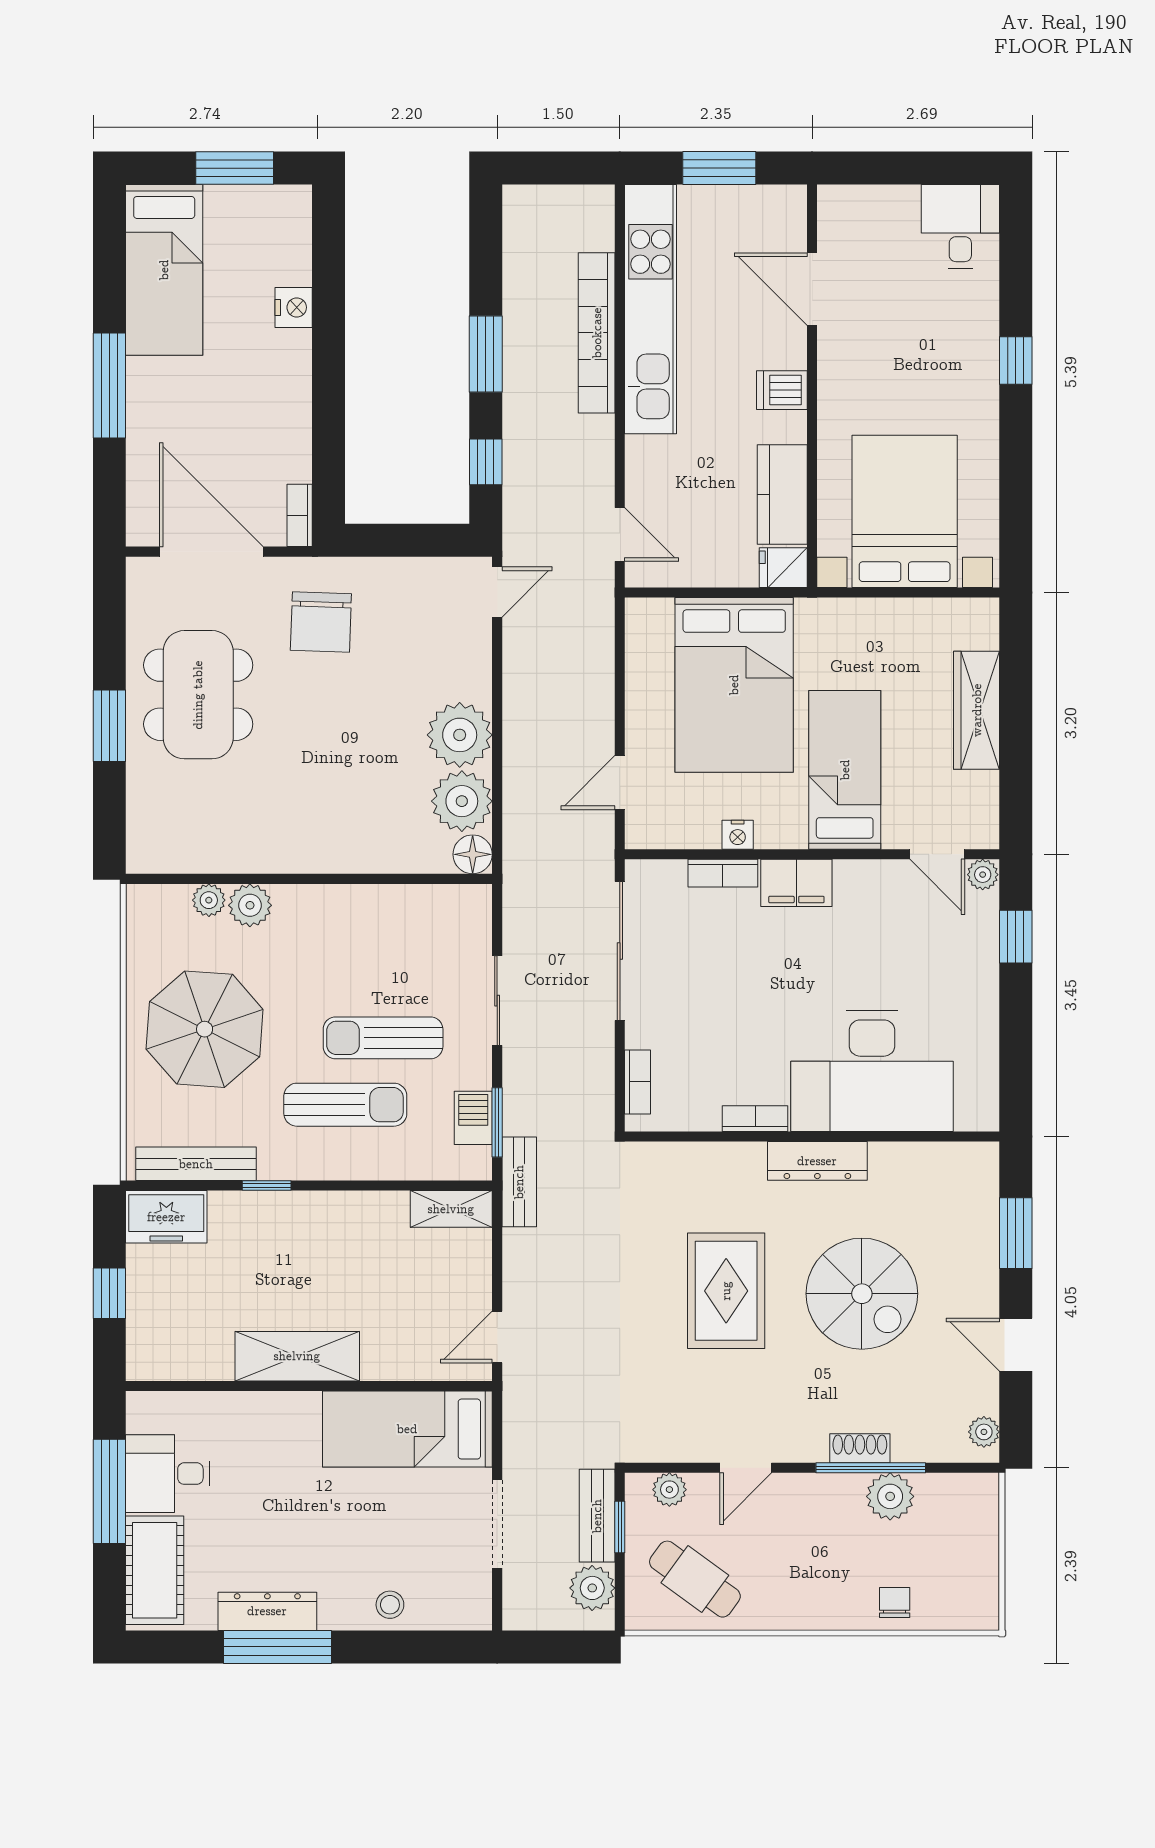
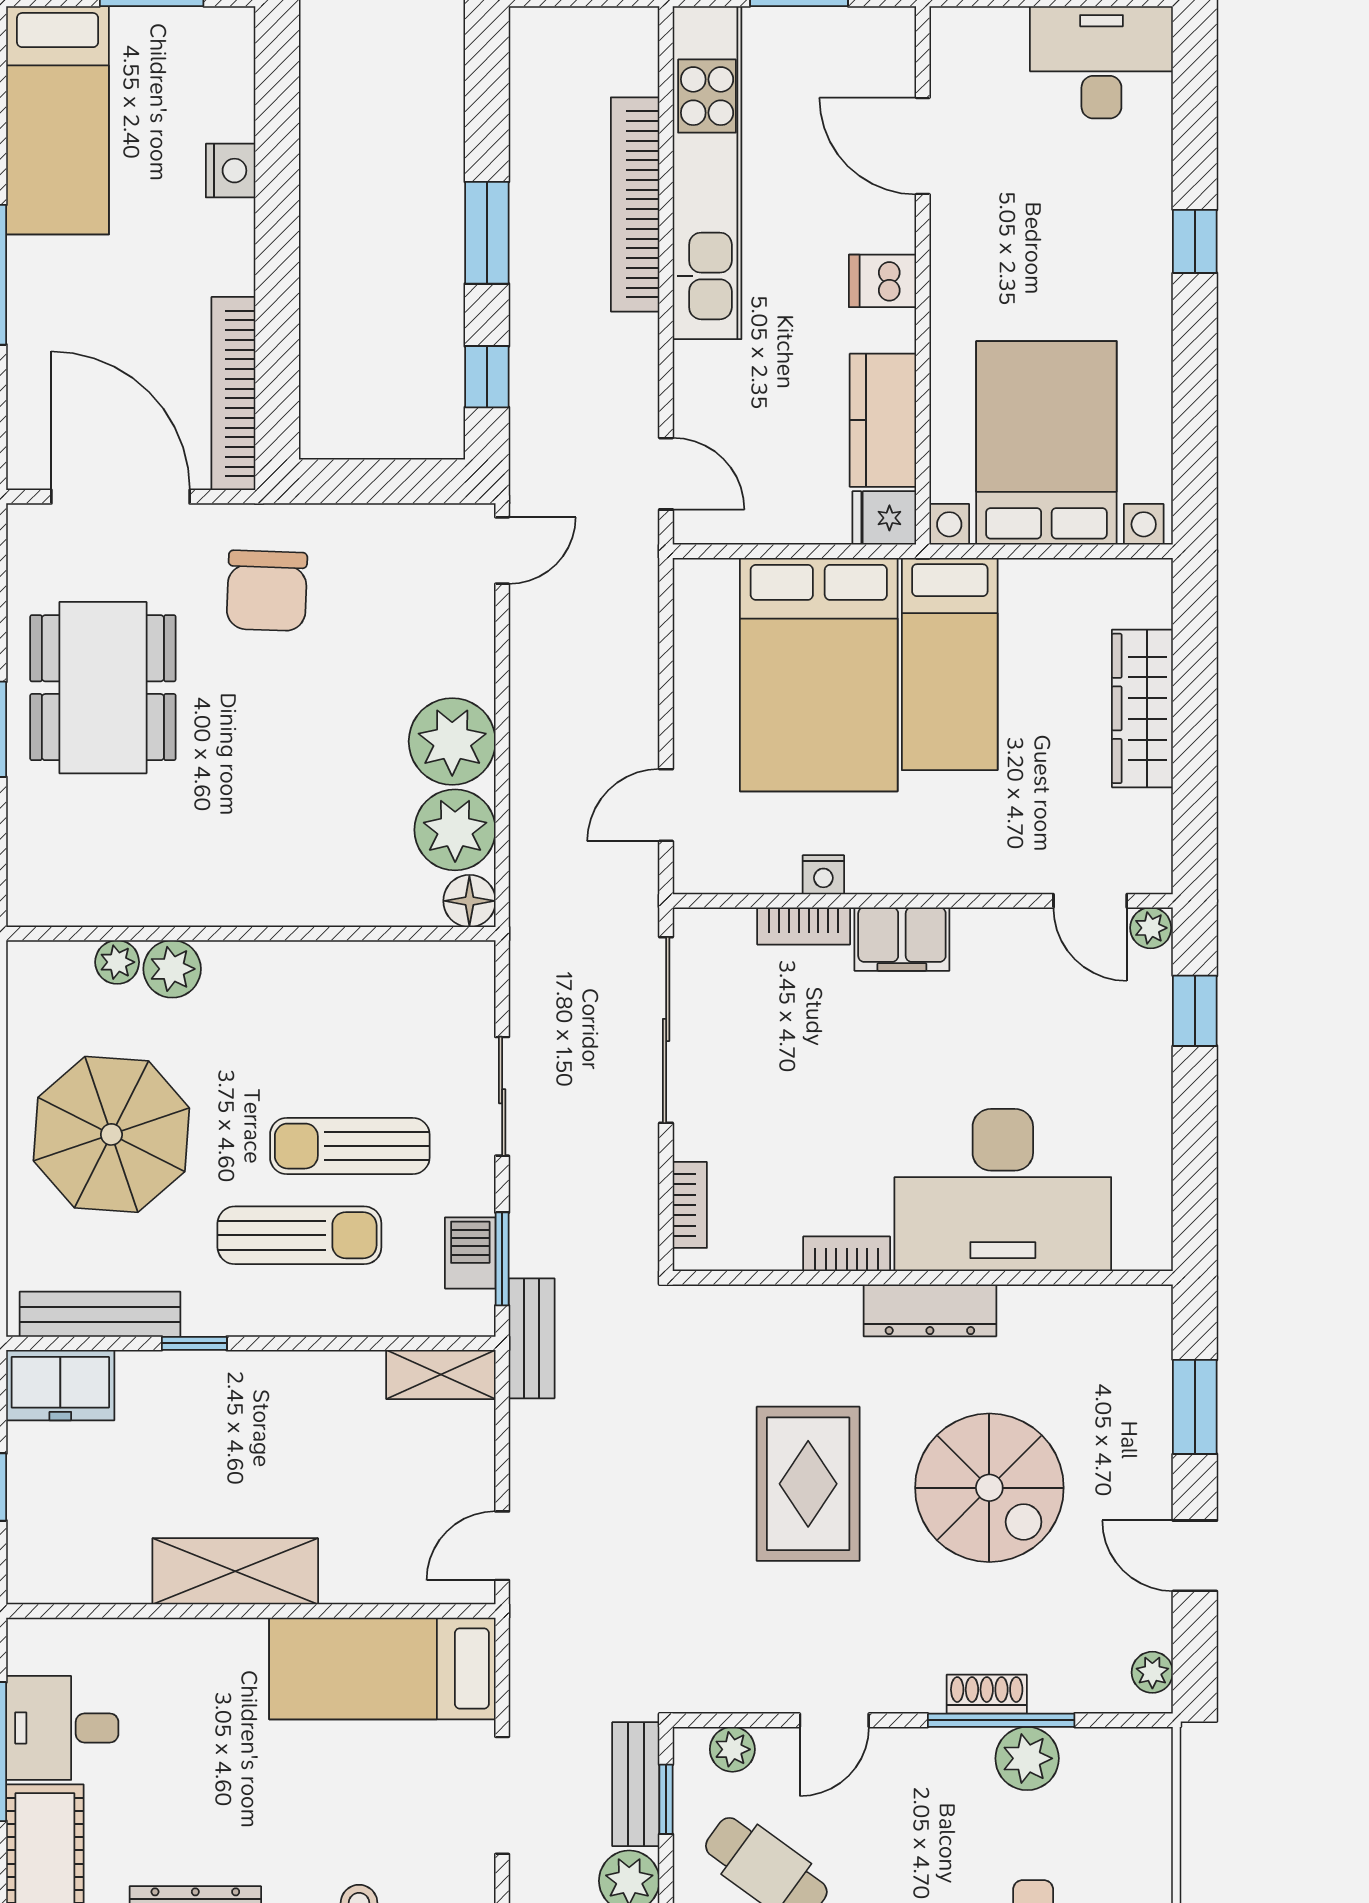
desk: (960, 226) -> (1101, 62), width x1.37
bookcase: (300, 515) -> (233, 394), width x2.31, depth x1.31
bed: (845, 770) -> (950, 664), moved, turned 180

